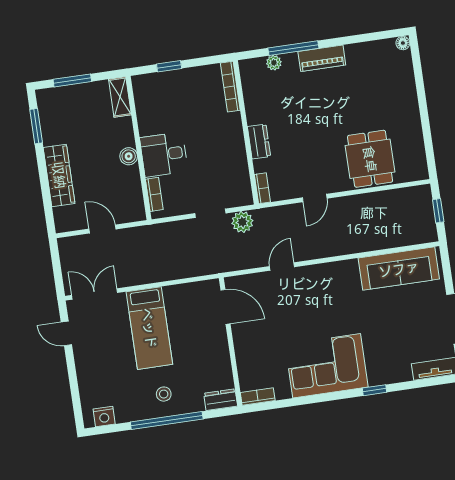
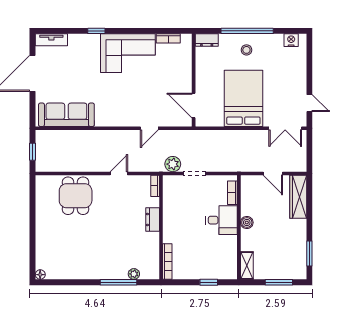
piano: (322, 58) -> (99, 272), removed
wardrobe: (59, 175) -> (298, 197), moved
bed: (149, 328) -> (243, 98), width x1.50
bookcase: (258, 397) -> (168, 38), moved

